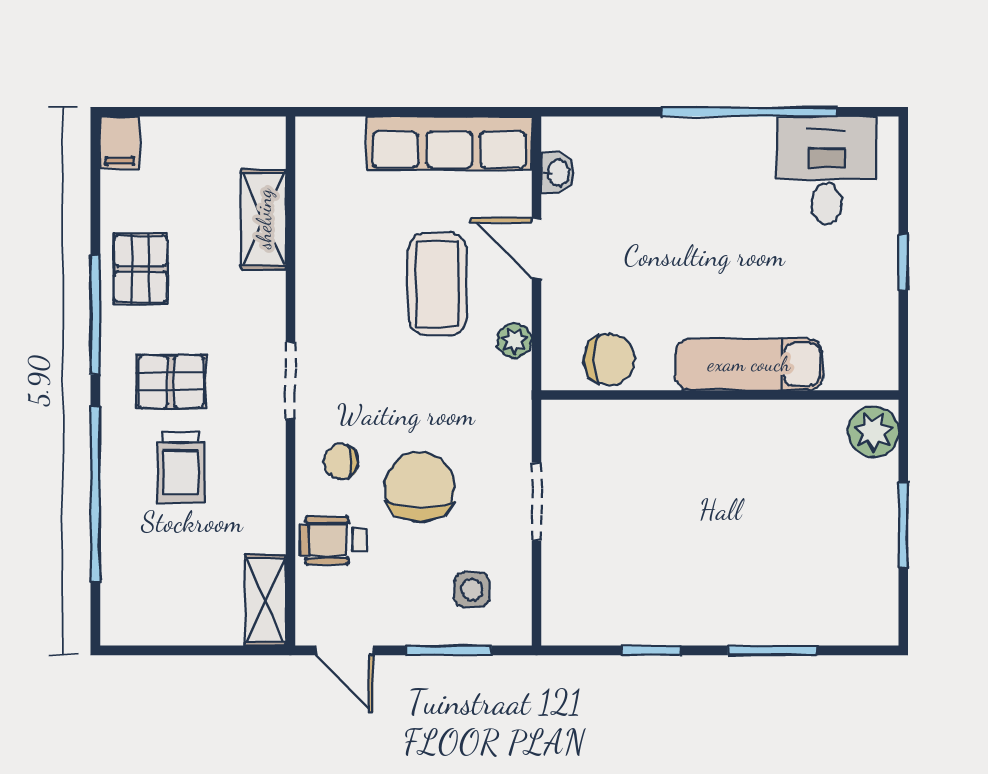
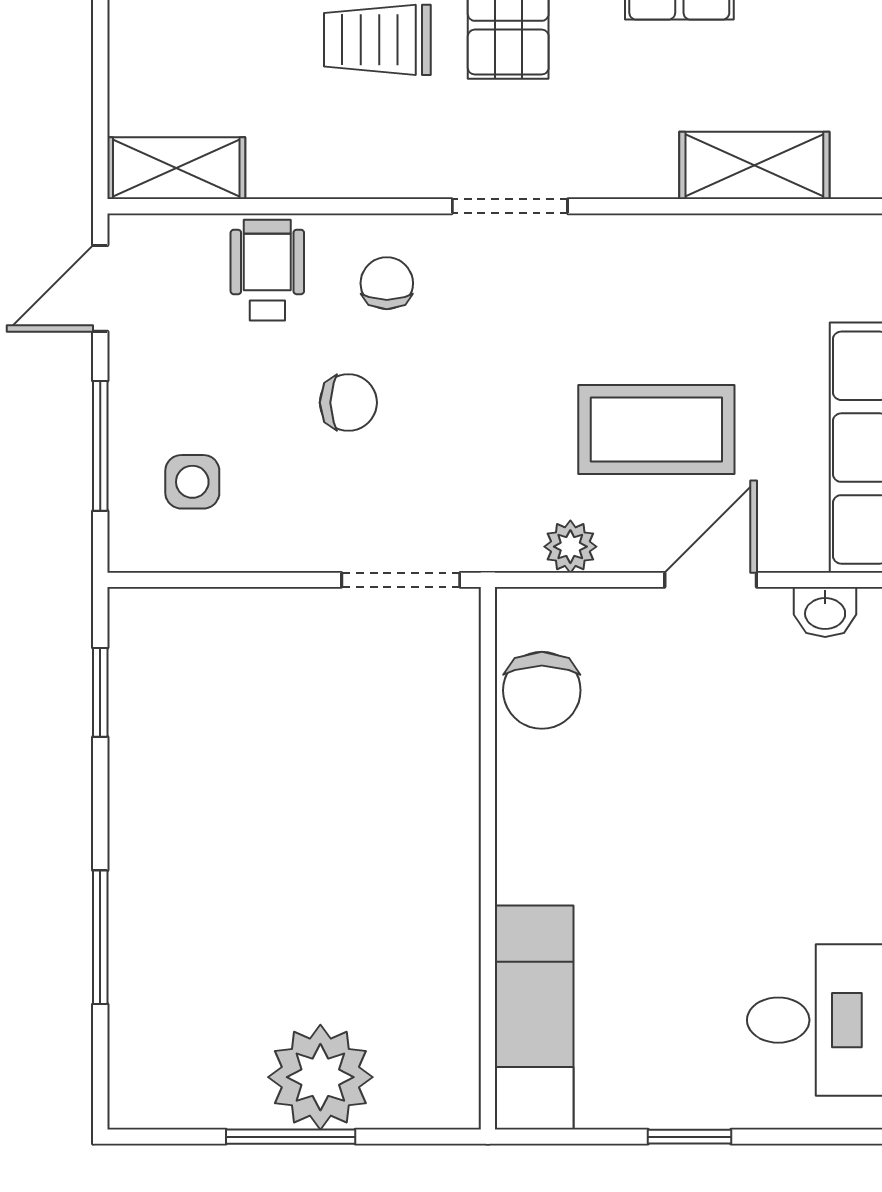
exam couch: (749, 364) -> (534, 1018), moved
plant: (873, 432) -> (320, 1077), moved, width x1.36, depth x1.36
chair: (420, 487) -> (348, 403), width x0.54, depth x0.54
doorway: (536, 502) -> (401, 580), moved
window: (651, 650) -> (100, 692), moved

